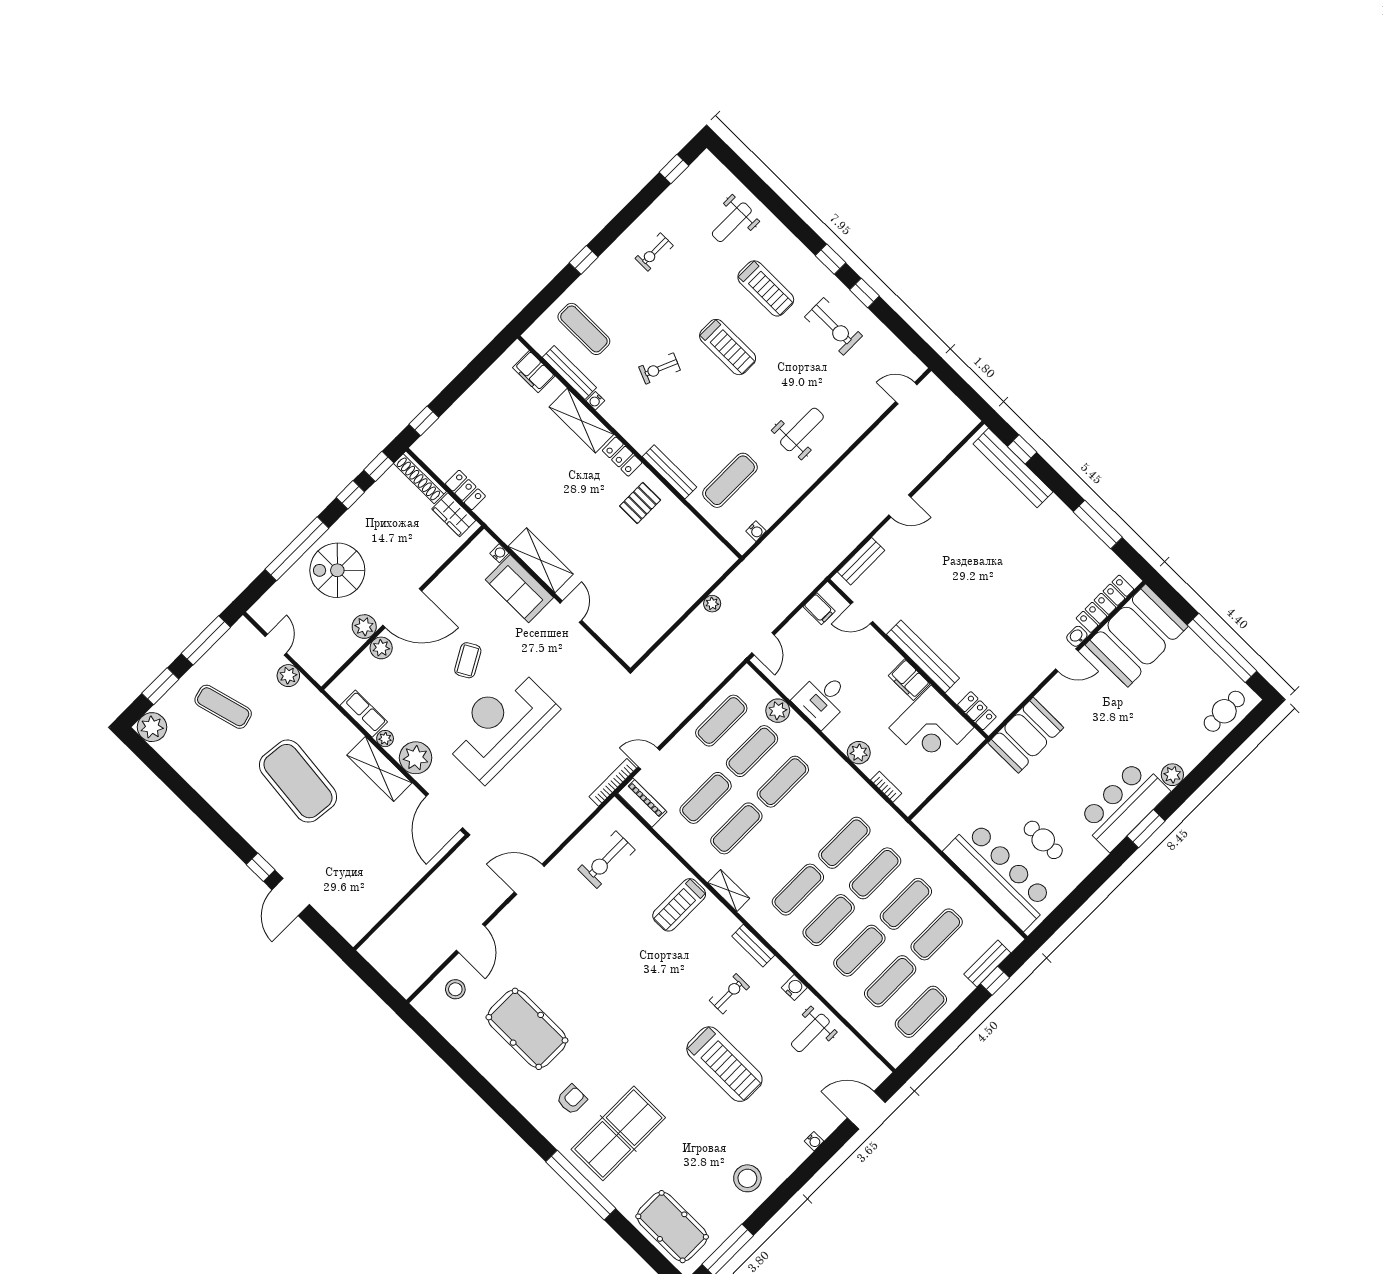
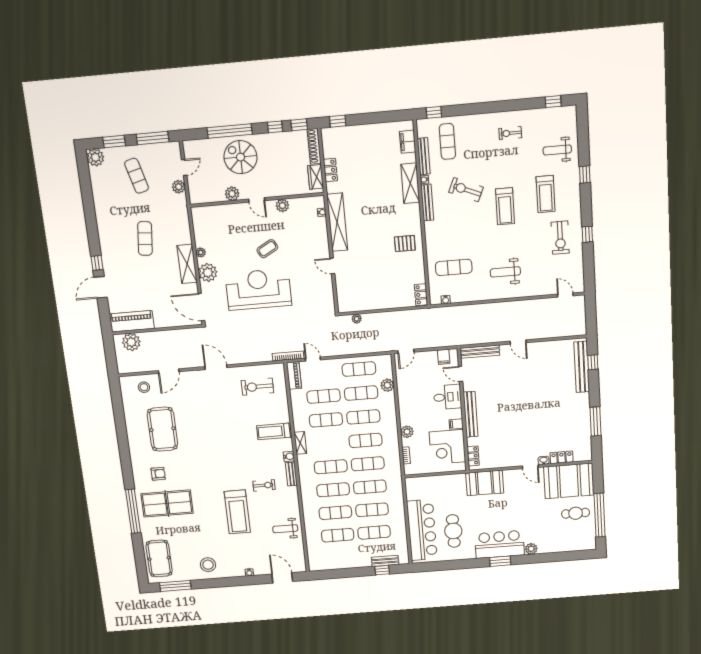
window: (831, 259) -> (585, 175), moved
window: (584, 260) -> (434, 112), moved
exercise bike: (660, 368) -> (466, 190), width x1.38, depth x1.39
weight bench: (802, 429) -> (505, 272), turned 180
locker: (622, 457) -> (421, 295), moved
bench: (670, 472) -> (427, 203), moved
shelving: (541, 560) -> (337, 222), width x1.47
bench: (861, 561) -> (480, 352), width x1.36
sofa: (519, 589) -> (318, 236), removed
plant: (712, 604) -> (357, 319), moved
locker: (1105, 604) -> (562, 457), width x0.66
door: (402, 608) -> (257, 200), width x0.53
door: (571, 612) -> (332, 266), swing flipped
plant: (381, 648) -> (282, 206), moved
filing cabinet: (909, 680) -> (456, 424), width x0.50
desk: (822, 699) -> (447, 397), moved, turned 180
cafe table: (1224, 711) -> (576, 513), moved
row of seats: (364, 714) -> (200, 233), removed
exercise mat: (298, 781) -> (145, 238), width x0.50, depth x0.69
door: (444, 812) -> (201, 307), hinge flipped
cafe table: (1043, 840) -> (453, 531), width x1.37, depth x1.35
piano: (368, 909) -> (132, 321), added
plant: (389, 939) -> (131, 342), added
water cooler: (794, 988) -> (289, 456), moved
exercise mat: (921, 1012) -> (366, 440), moved

